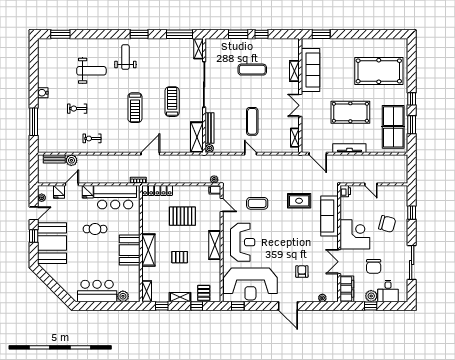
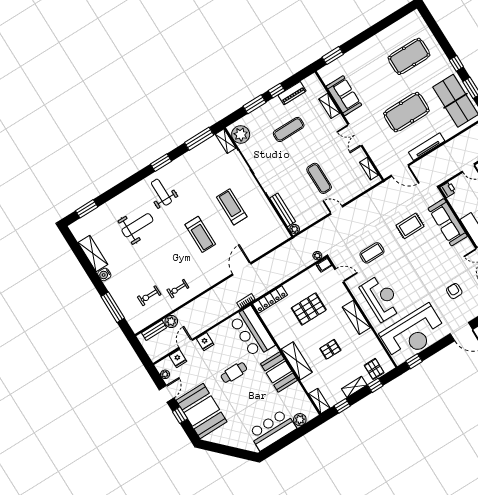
piano: (272, 44) -> (292, 93), added
plant: (213, 51) -> (241, 134), added
sofa: (310, 70) -> (344, 96), width x0.73
pool table: (379, 71) -> (409, 56), width x0.73, depth x0.76
exercise bike: (77, 109) -> (149, 296), moved
shelving: (197, 137) -> (93, 254), moved
bar counter: (115, 197) -> (252, 332), moved, turned 90

